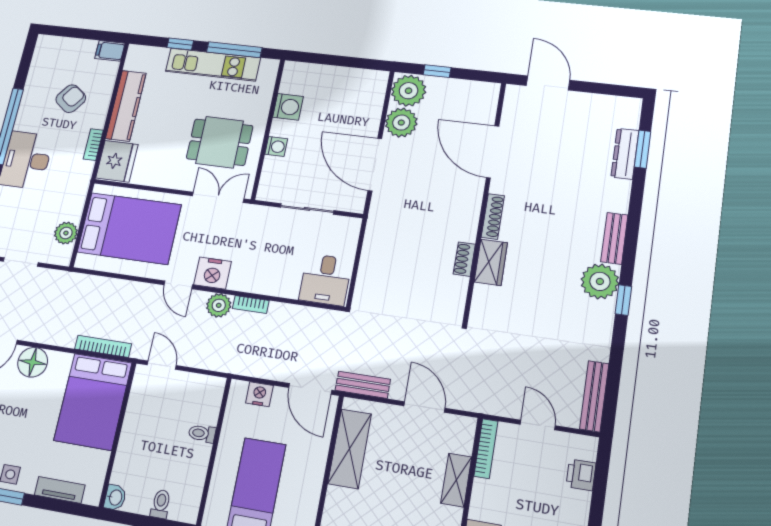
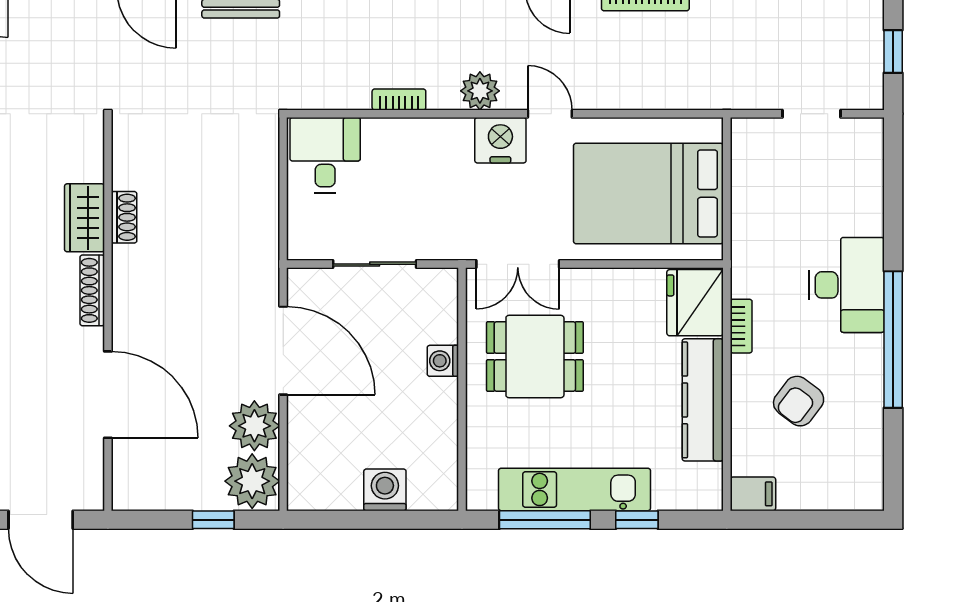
washing machine: (288, 107) -> (385, 490), moved, turned 90
plant: (66, 233) -> (749, 171), removed
bookcase: (251, 305) -> (399, 99), moved

